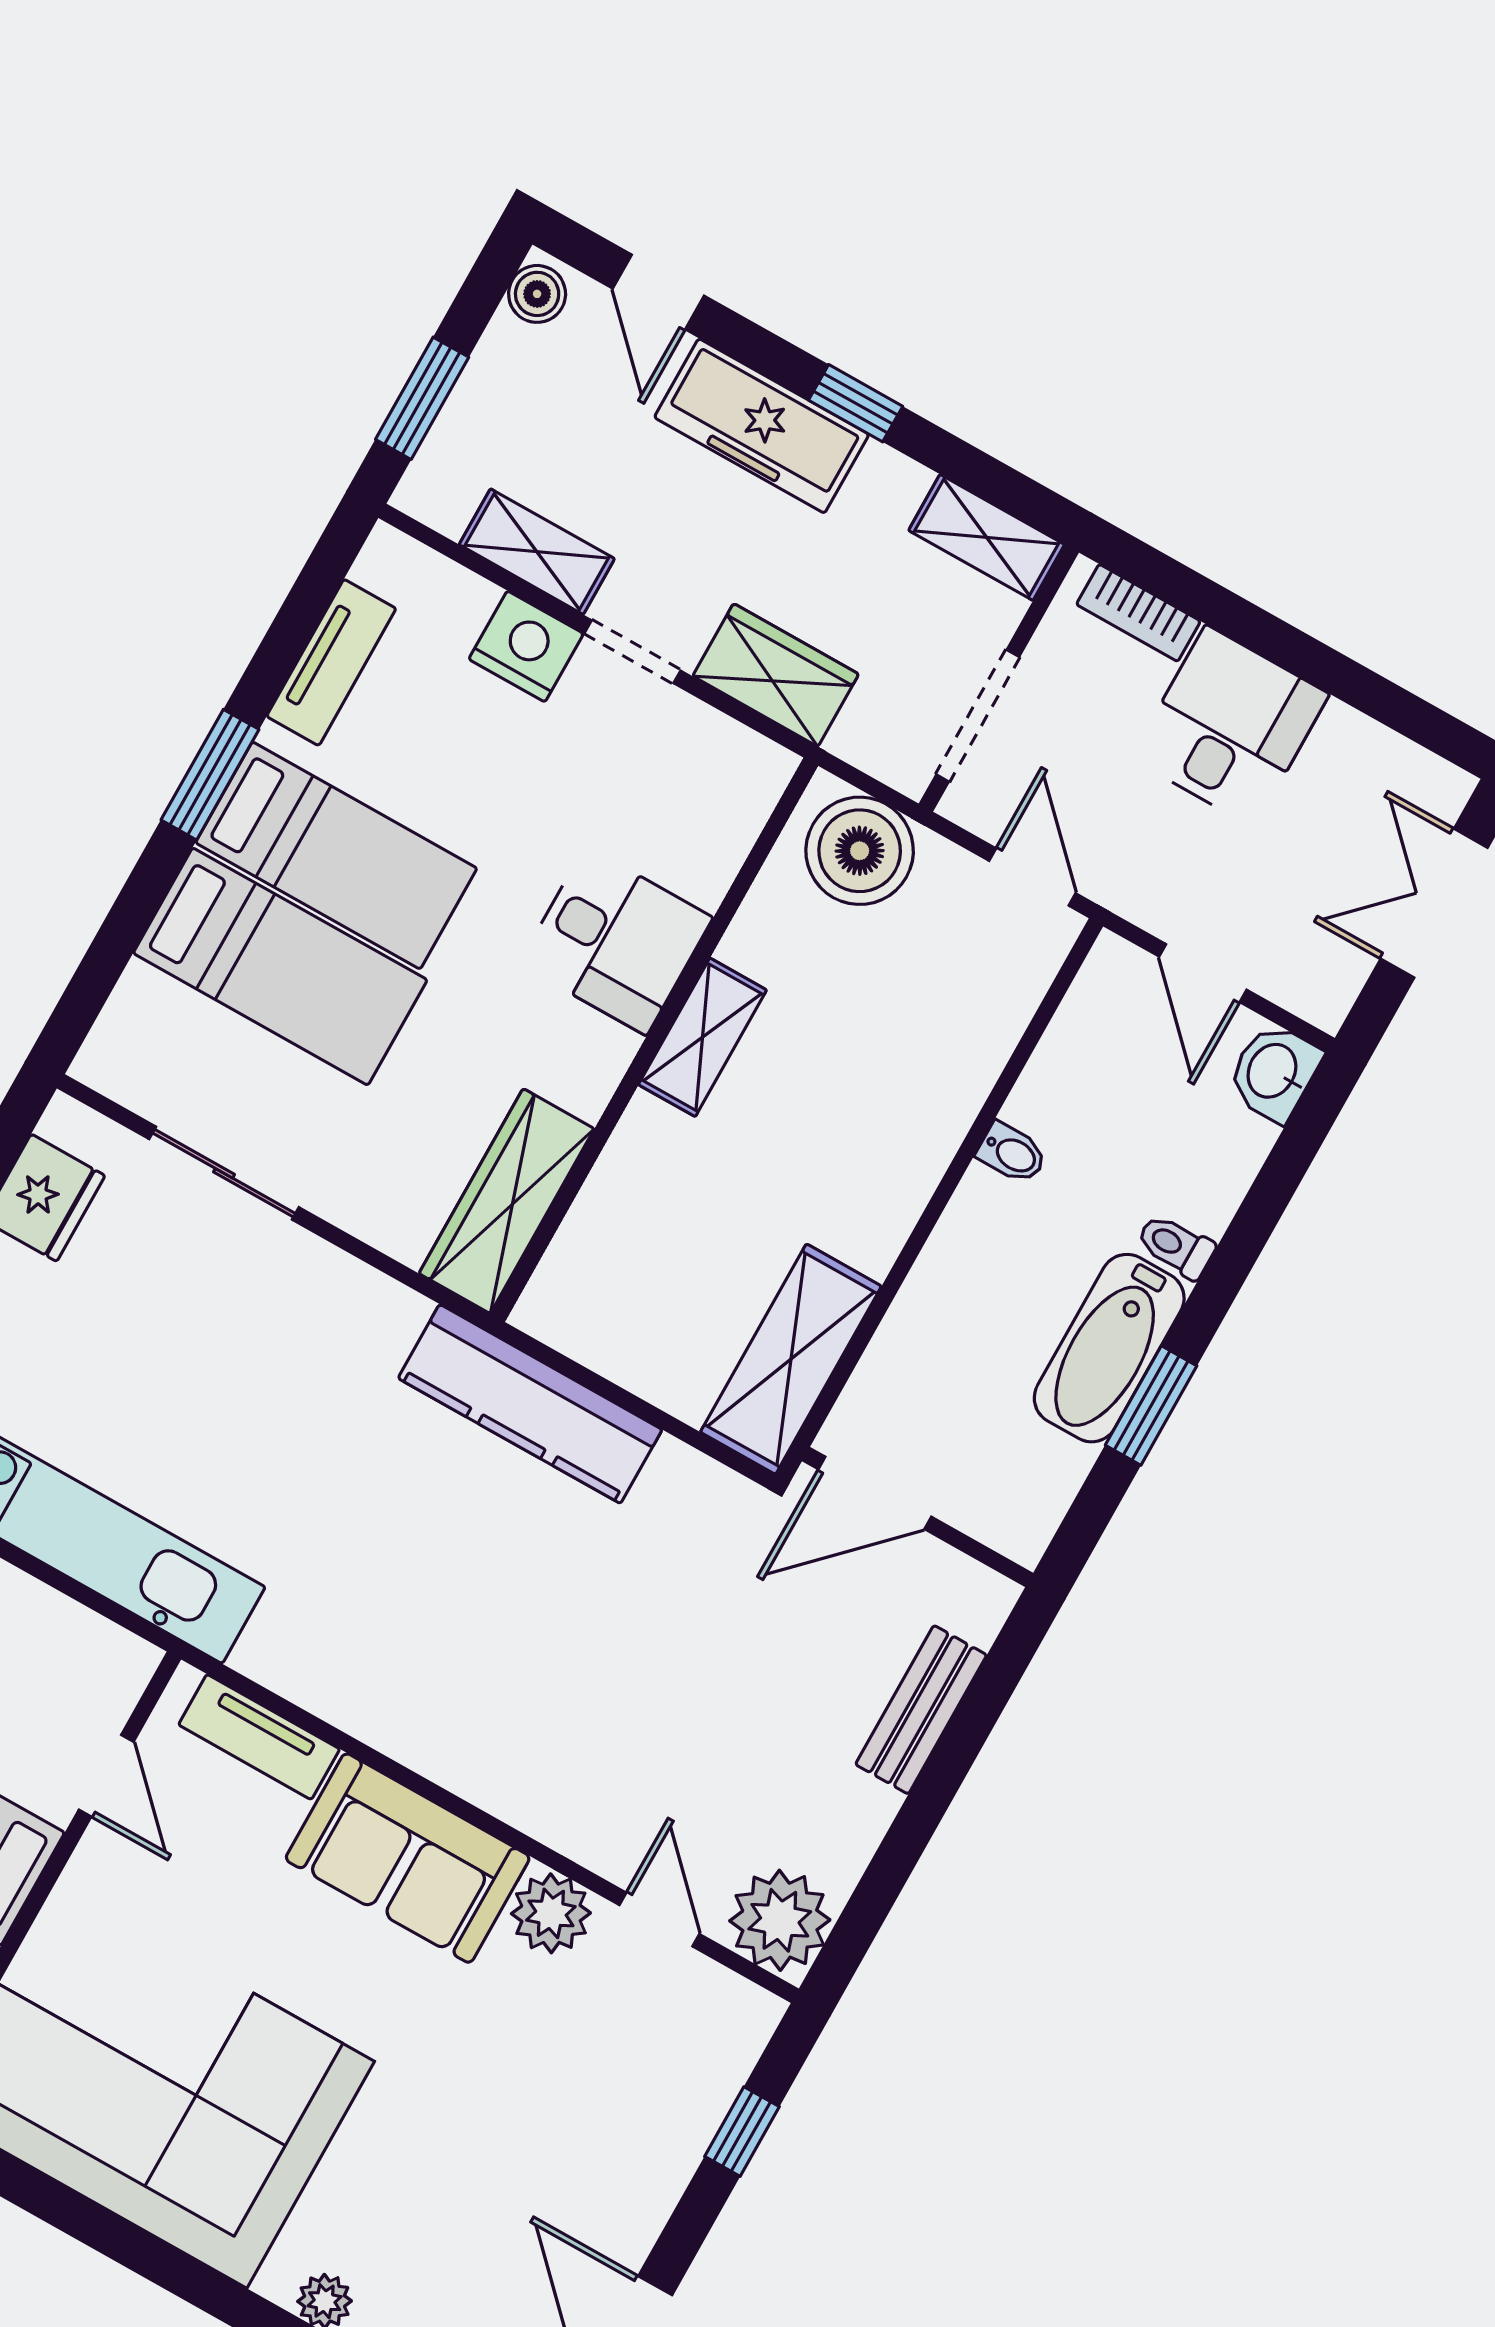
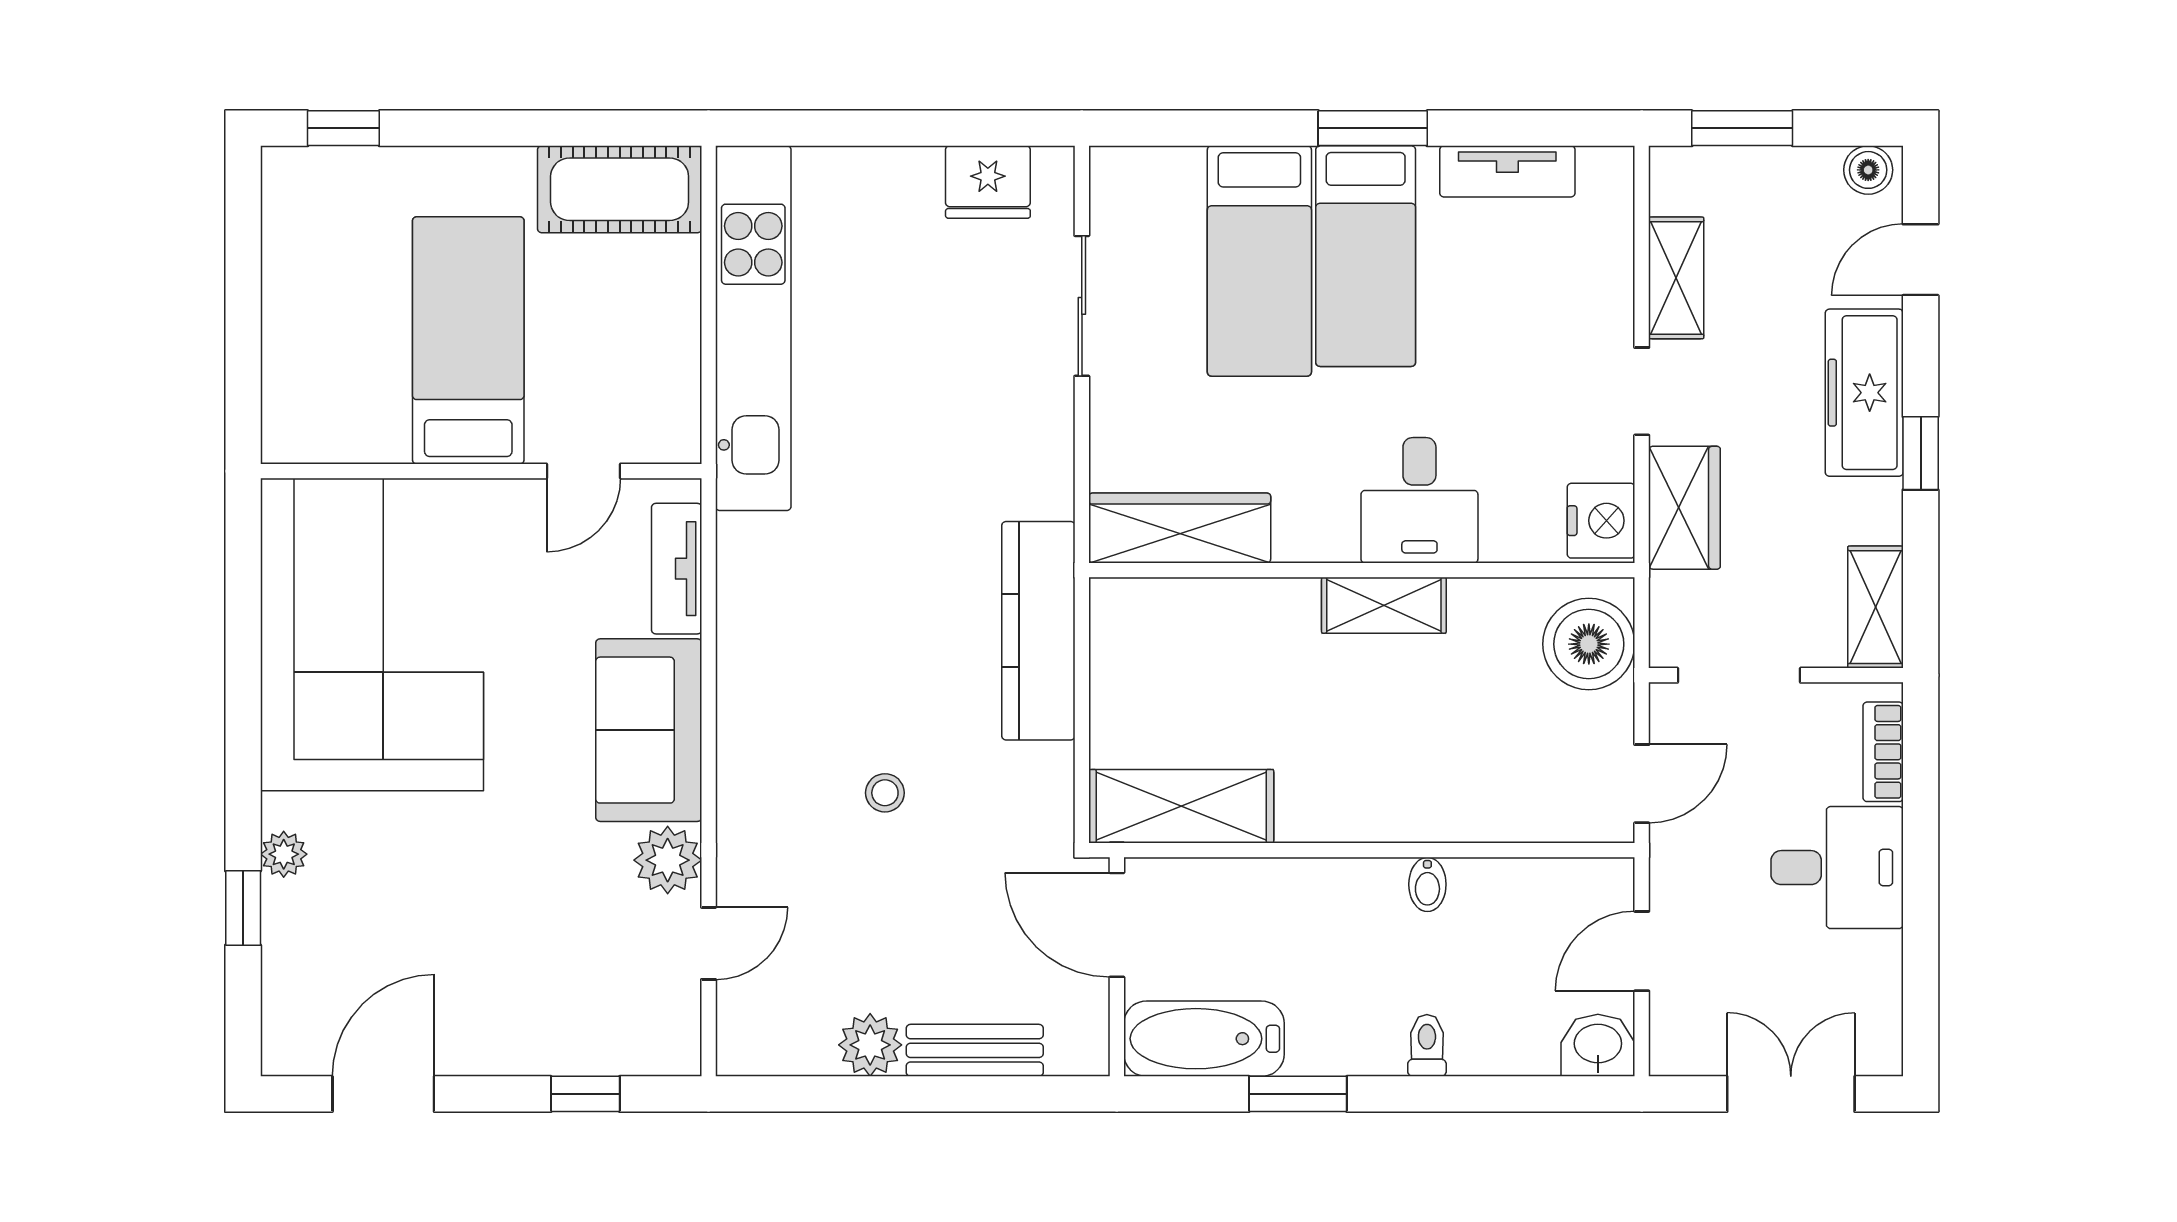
nightstand: (526, 646) -> (1601, 521), moved
bathtub: (1109, 1348) -> (1204, 1039), moved
stool: (607, 1653) -> (885, 793), added
plant: (780, 1920) -> (870, 1045), moved, width x0.73, depth x0.73

